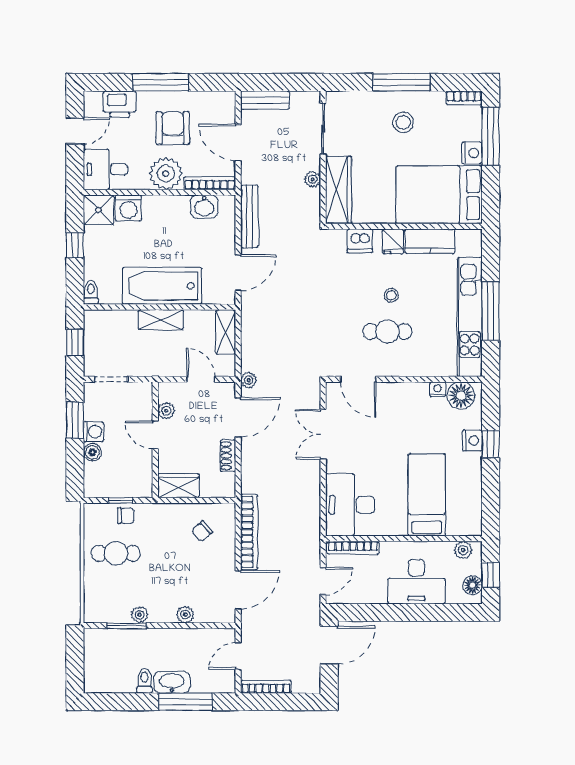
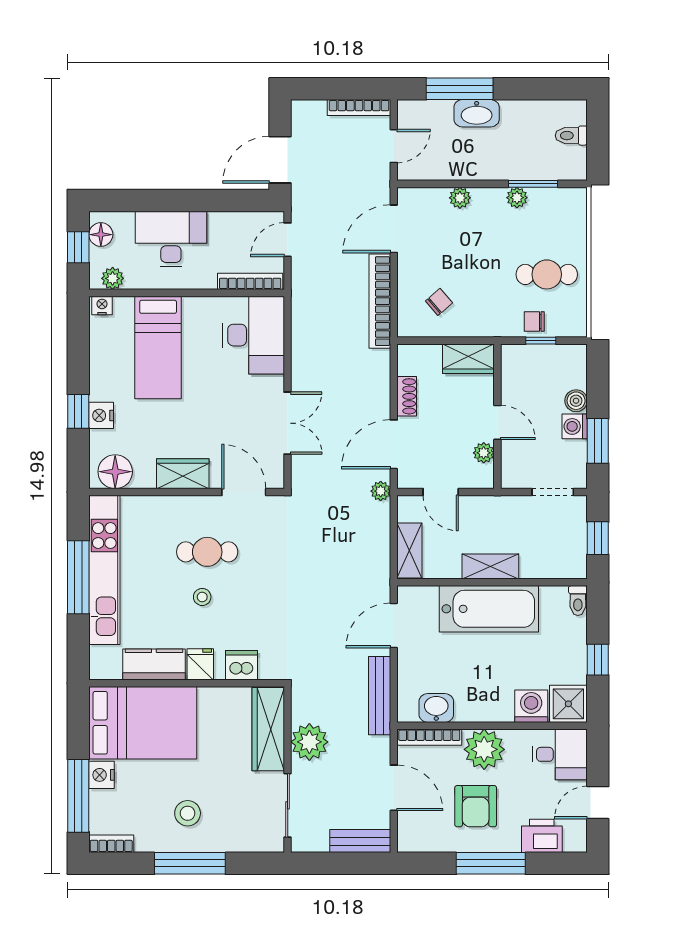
plant: (313, 179) -> (309, 742), width x1.88, depth x1.88
nightstand: (438, 389) -> (102, 305), moved, turned 180
wardrobe: (407, 394) -> (183, 474), added
toilet: (144, 681) -> (571, 136), moved, turned 90

